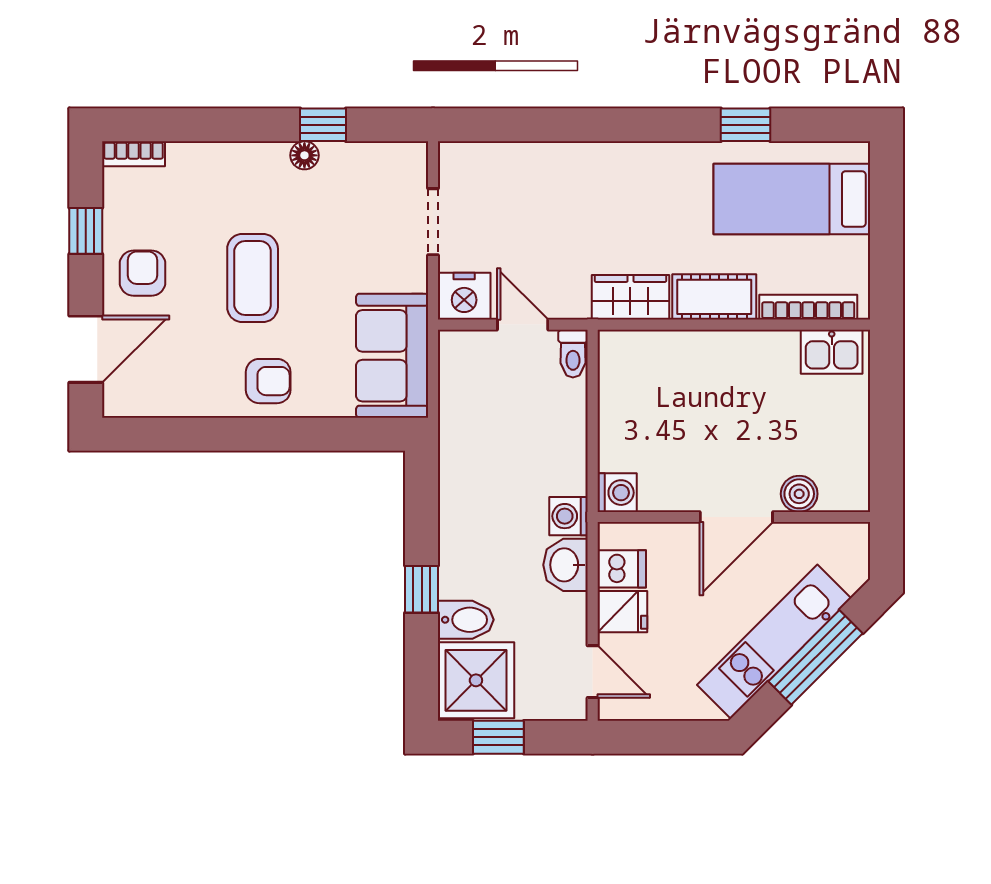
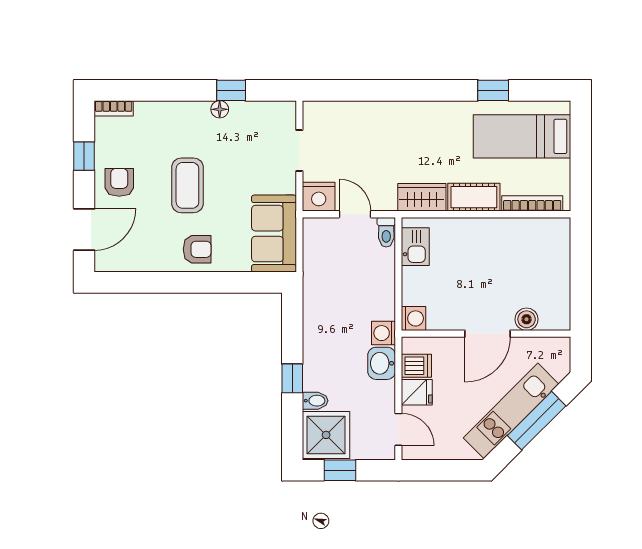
kitchen sink: (832, 352) -> (415, 247), moved, turned -90
bidet: (466, 620) -> (315, 401), width x0.72, depth x0.74

